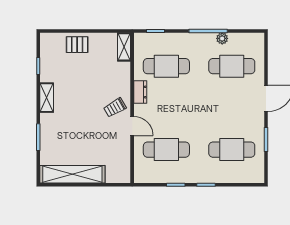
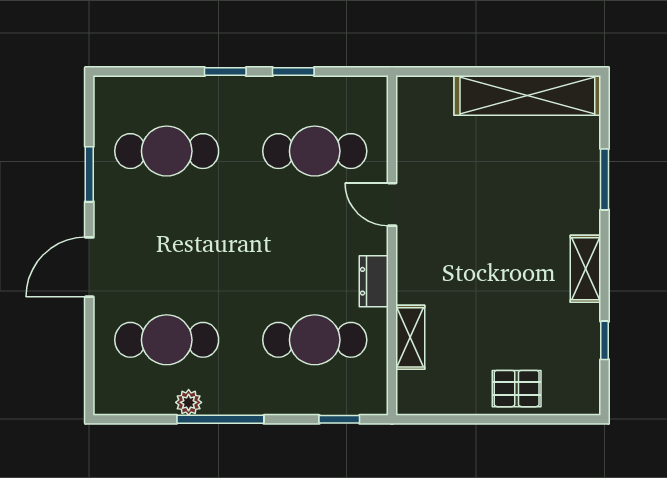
shelving: (124, 47) -> (410, 337), moved
trolley: (115, 108) -> (431, 246), removed

